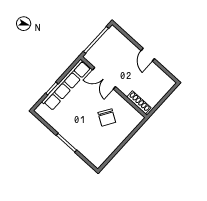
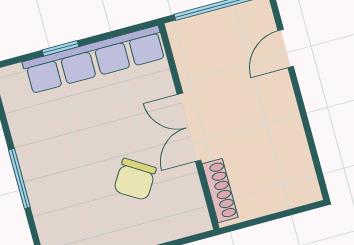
door: (148, 55) -> (286, 49), moved
double door: (104, 78) -> (189, 127), moved

